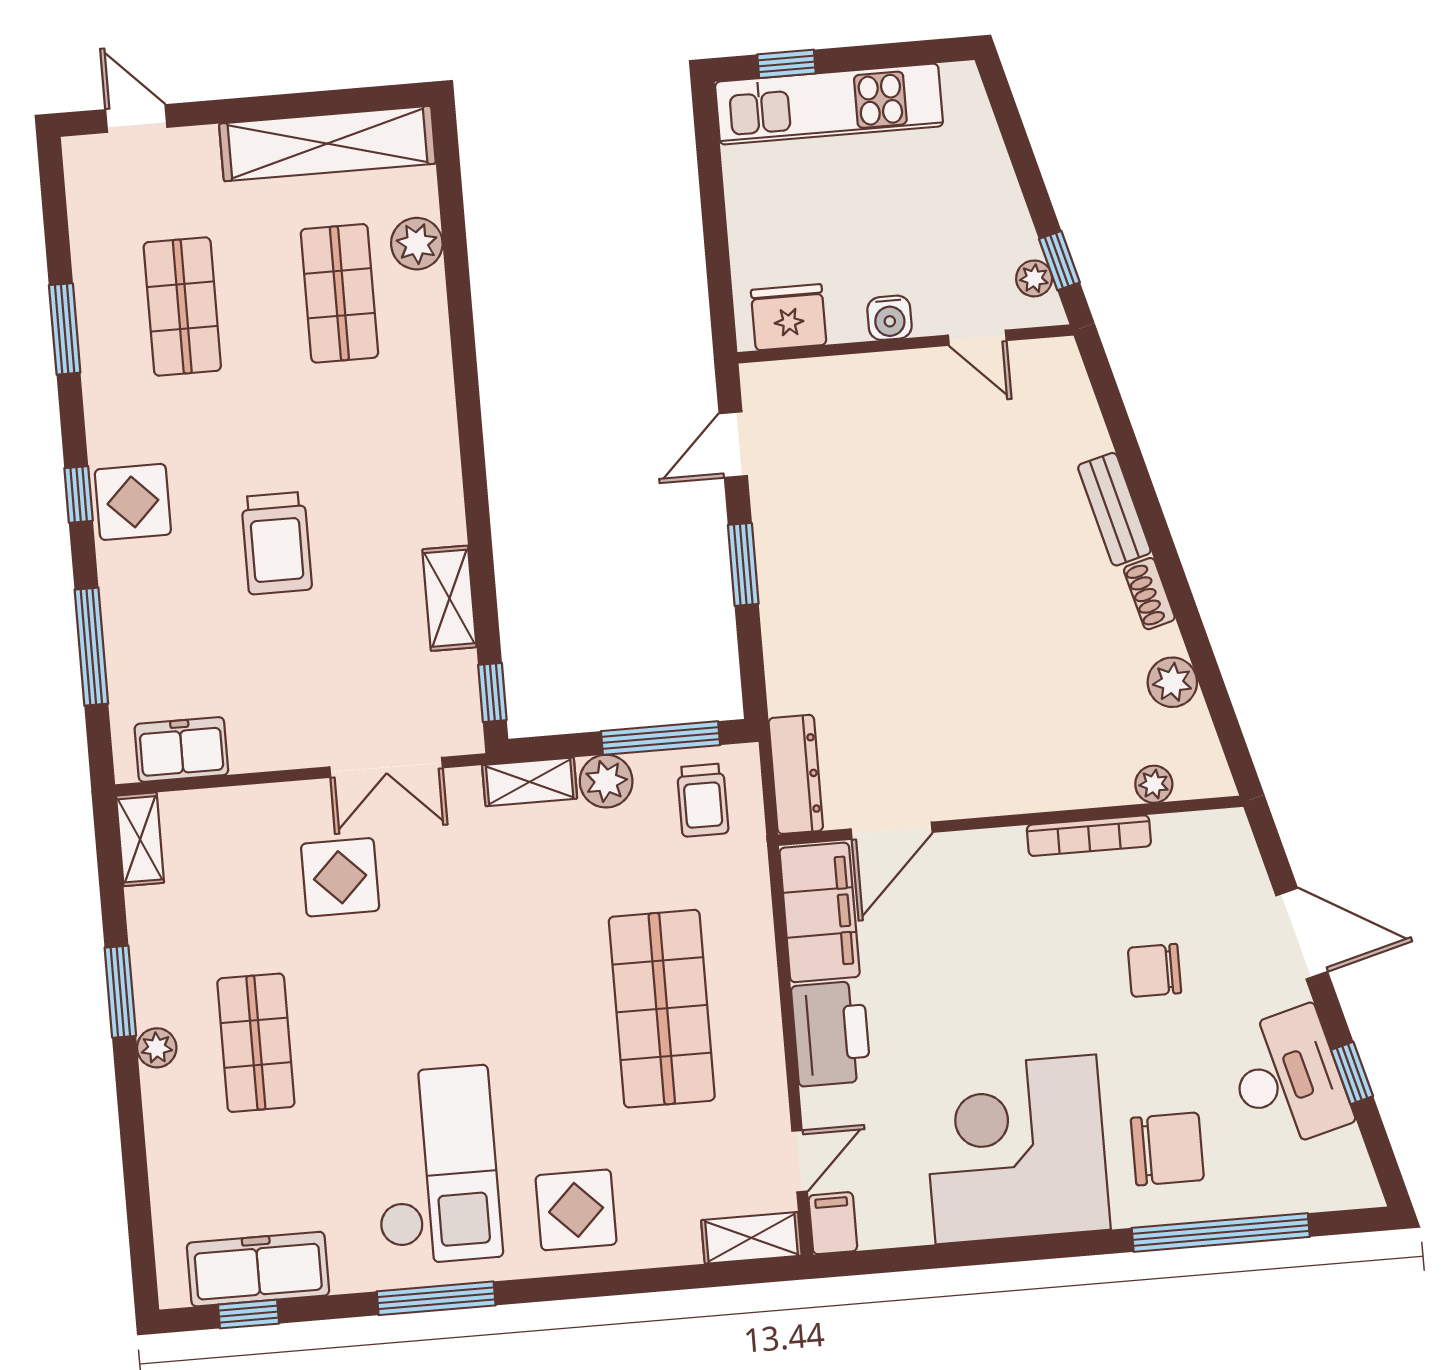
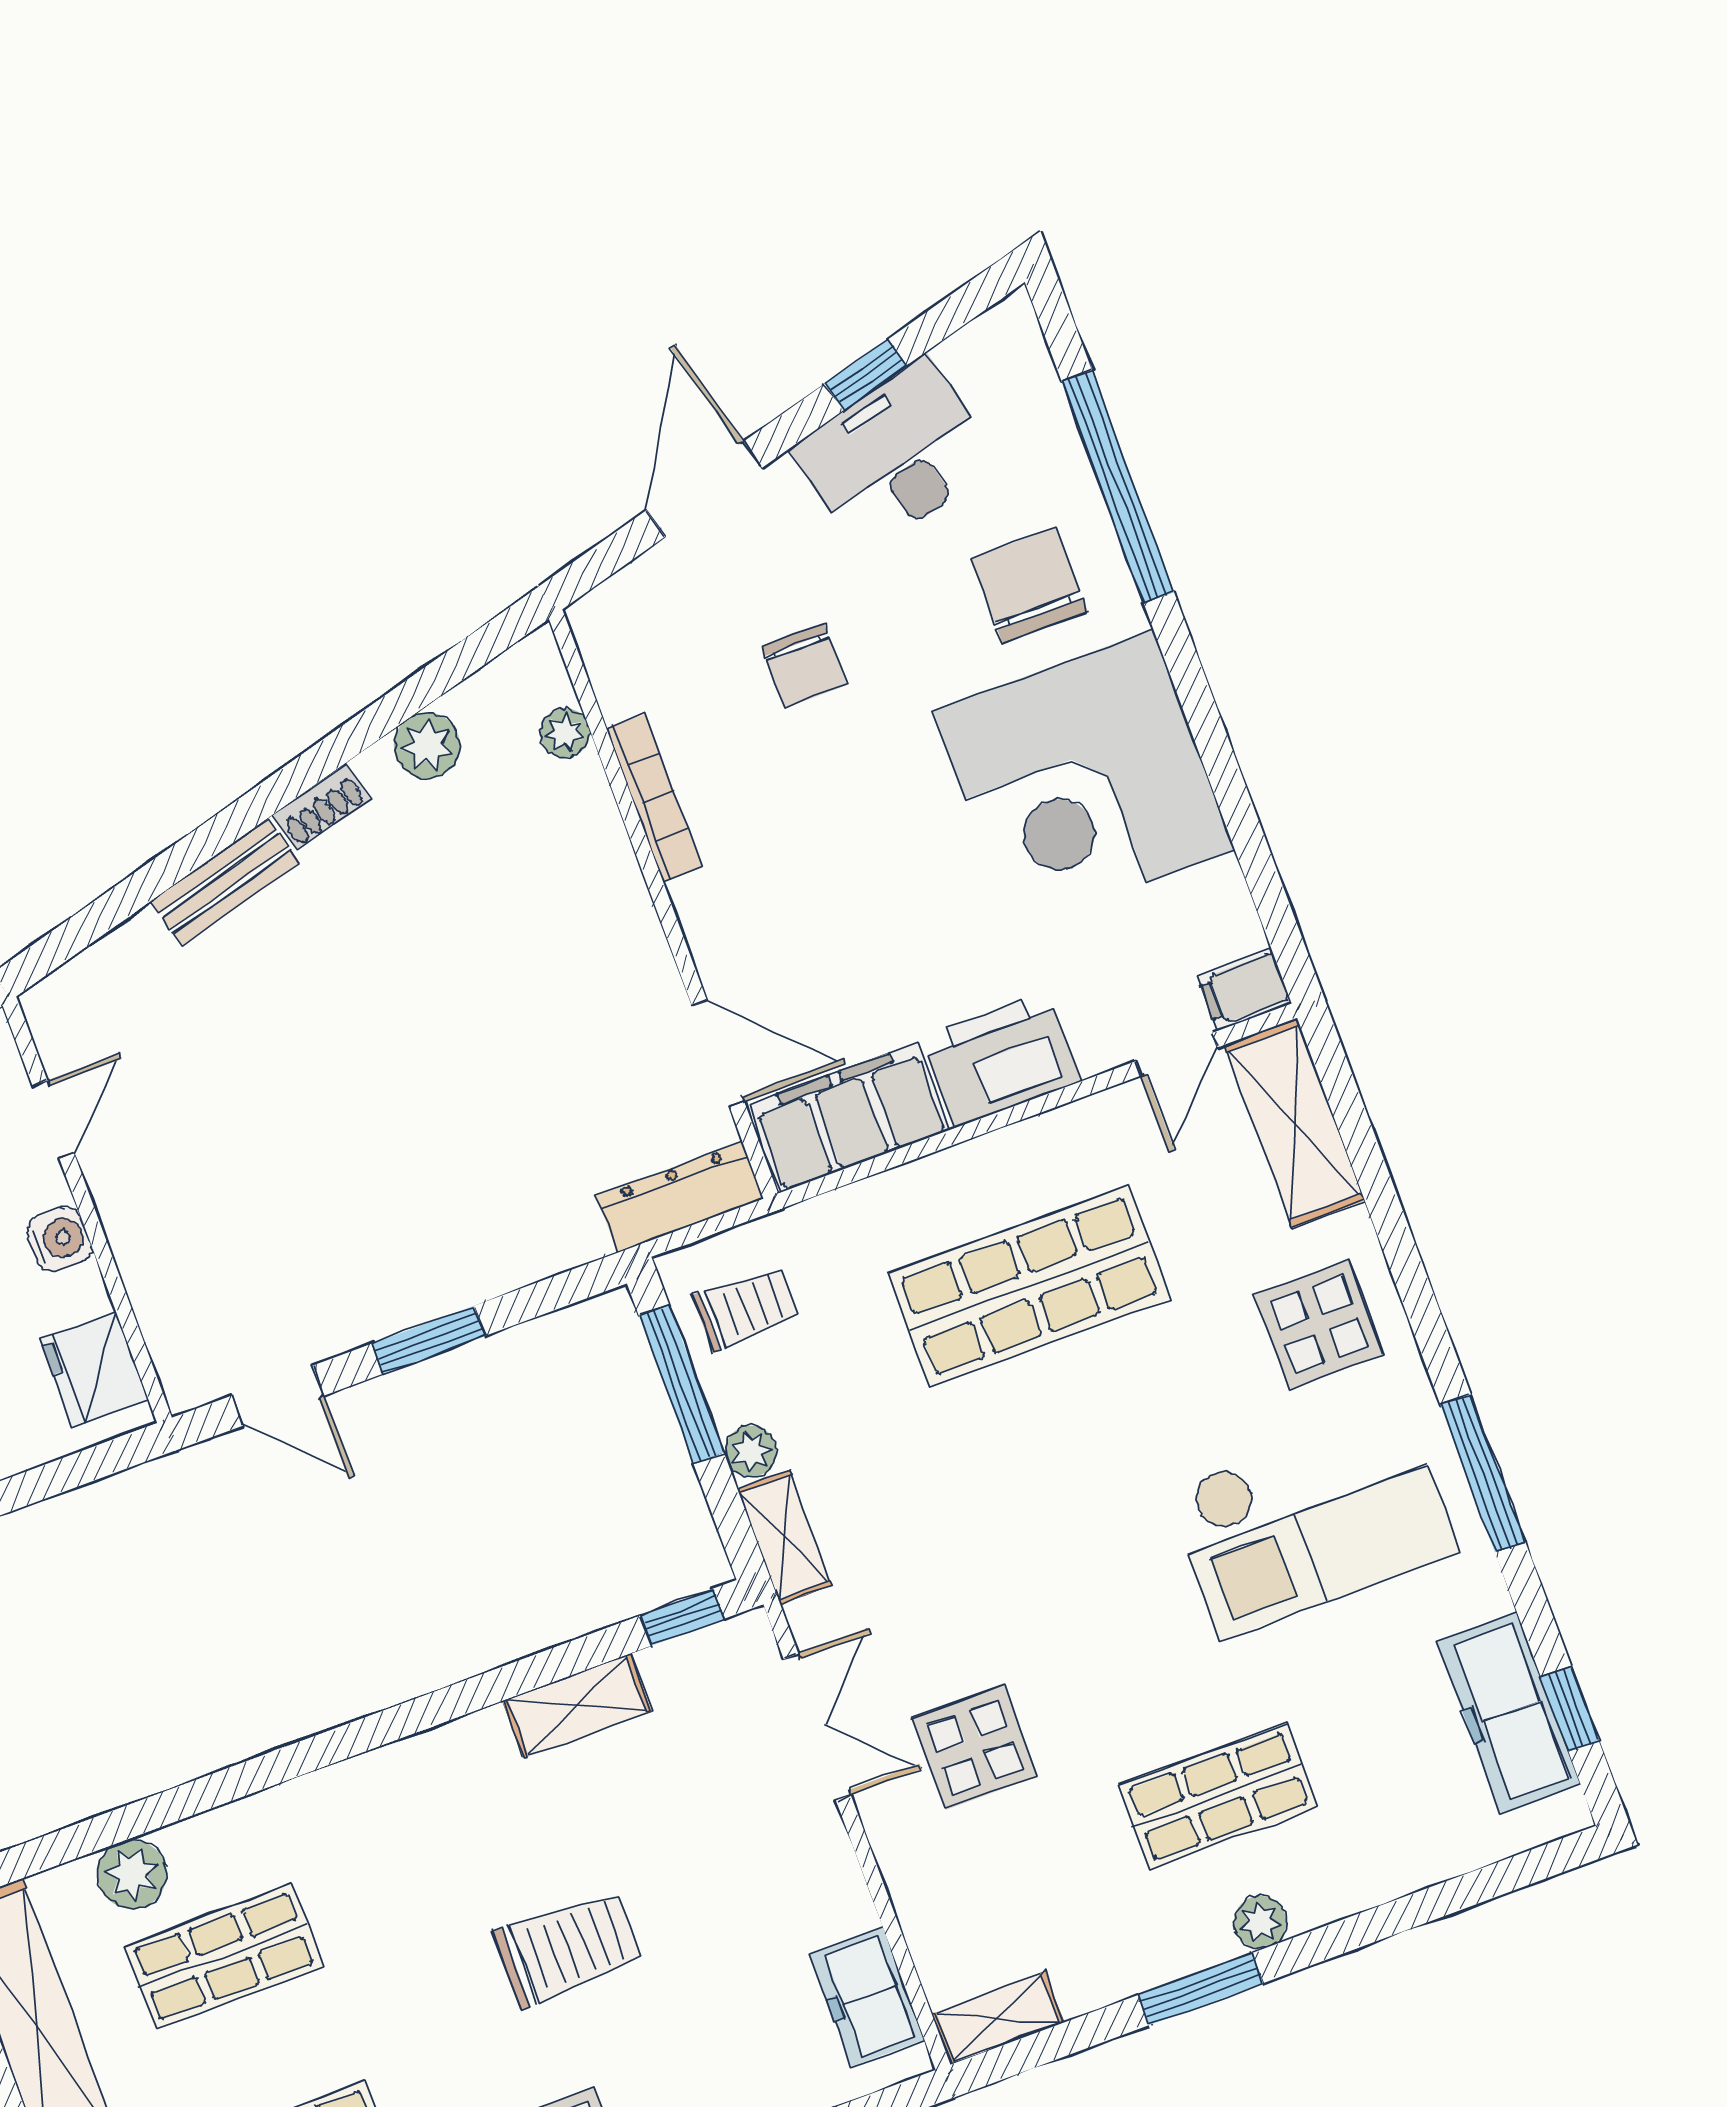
plant: (606, 781) -> (751, 1451), width x0.73, depth x0.73
door: (800, 1161) -> (1176, 1054), swing flipped
checkout: (436, 1165) -> (1312, 1521), turned 180
shelving: (751, 1238) -> (1294, 1123), width x1.50, depth x1.33

